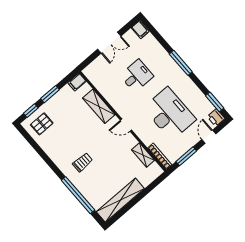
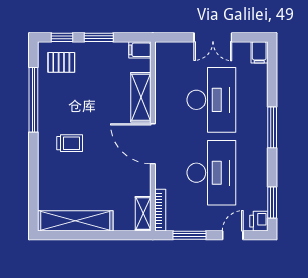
desk: (137, 76) -> (211, 100), width x1.87, depth x1.30
door: (126, 125) -> (153, 144), width x1.87
shelving: (143, 155) -> (143, 213), moved
window: (78, 195) -> (33, 100), moved

